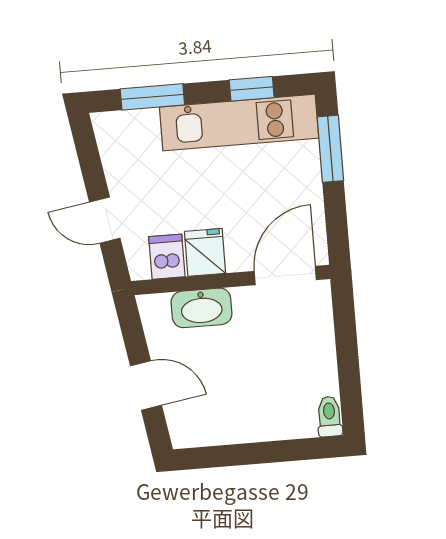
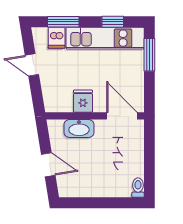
door: (105, 220) -> (32, 65), moved
dishwasher: (167, 257) -> (57, 38), moved, turned 180
door: (285, 276) -> (122, 116), hinge flipped

